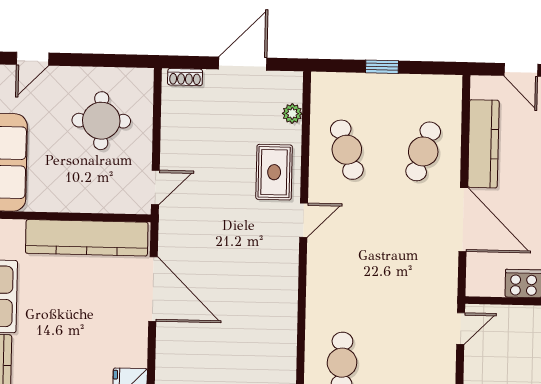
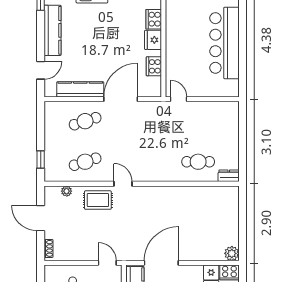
window: (382, 67) -> (41, 160), moved
cafe table: (423, 151) -> (85, 121), turned -36

